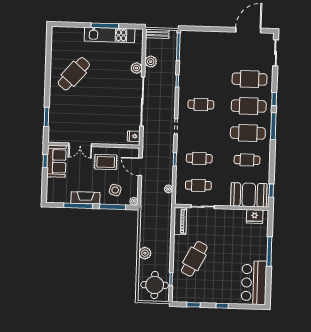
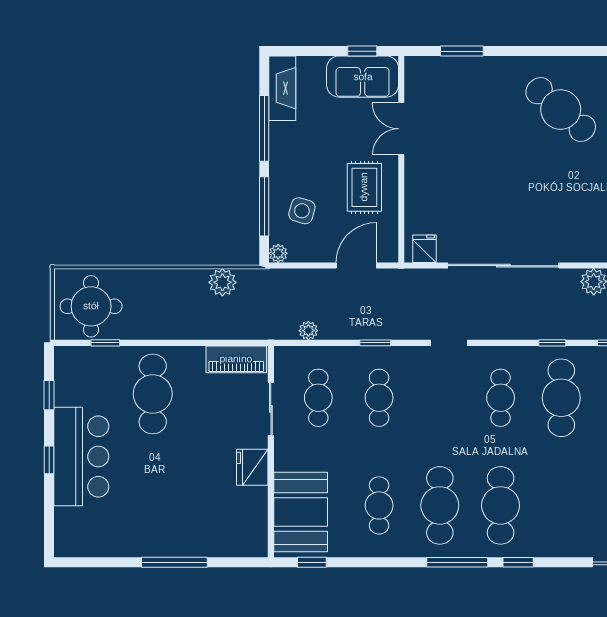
plant: (136, 68) -> (578, 250), removed
cafe table: (250, 79) -> (561, 398), moved
fireplace: (85, 198) -> (282, 88), moved
fridge: (255, 216) -> (252, 467), moved
plant: (145, 253) -> (222, 282), moved
cafe table: (194, 259) -> (153, 394), turned 63
bar counter: (254, 283) -> (81, 457), moved, turned 90

